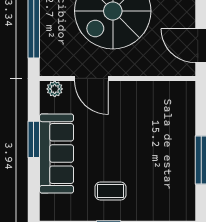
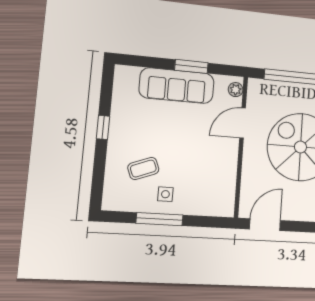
side table: (175, 156) -> (165, 194), added
coffee table: (110, 191) -> (143, 168), moved, turned 69

